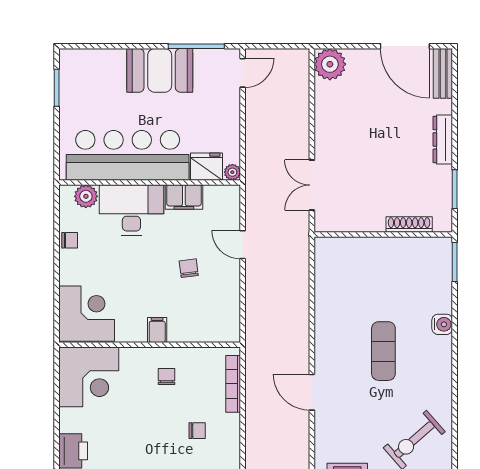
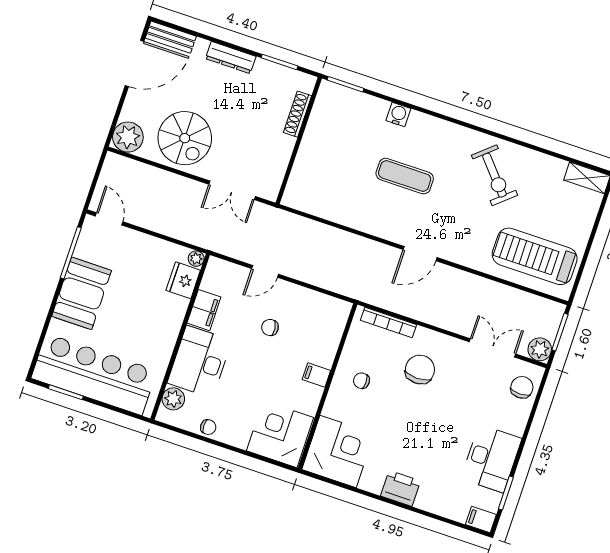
spiral stairs: (348, 121) -> (185, 138), added
bar counter: (128, 155) -> (94, 374), moved, turned 90
chair: (70, 240) -> (208, 427), turned 90
chair: (197, 431) -> (420, 370), width x1.87, depth x1.87

